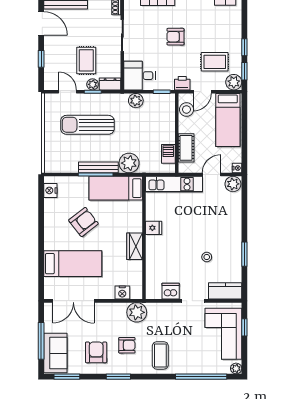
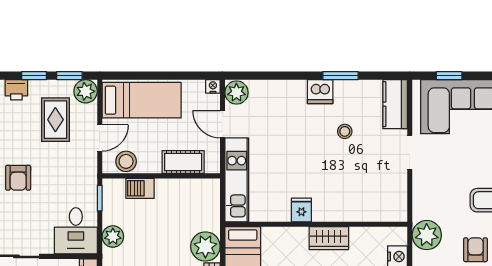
printer: (182, 83) -> (16, 90), moved, turned -90
door: (202, 92) -> (100, 138), hinge flipped
barbecue: (168, 154) -> (140, 188), moved
dishwasher: (171, 291) -> (320, 92), moved, turned -90

